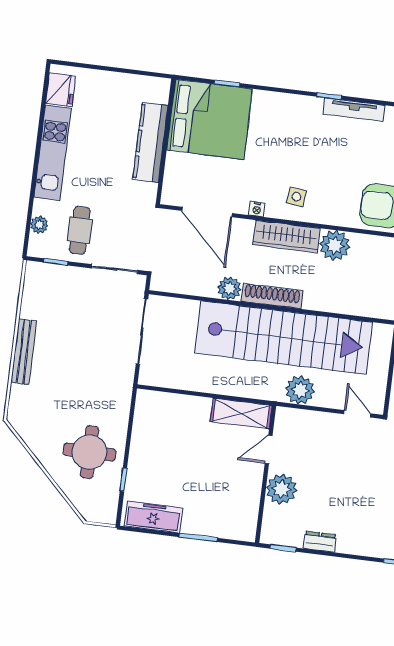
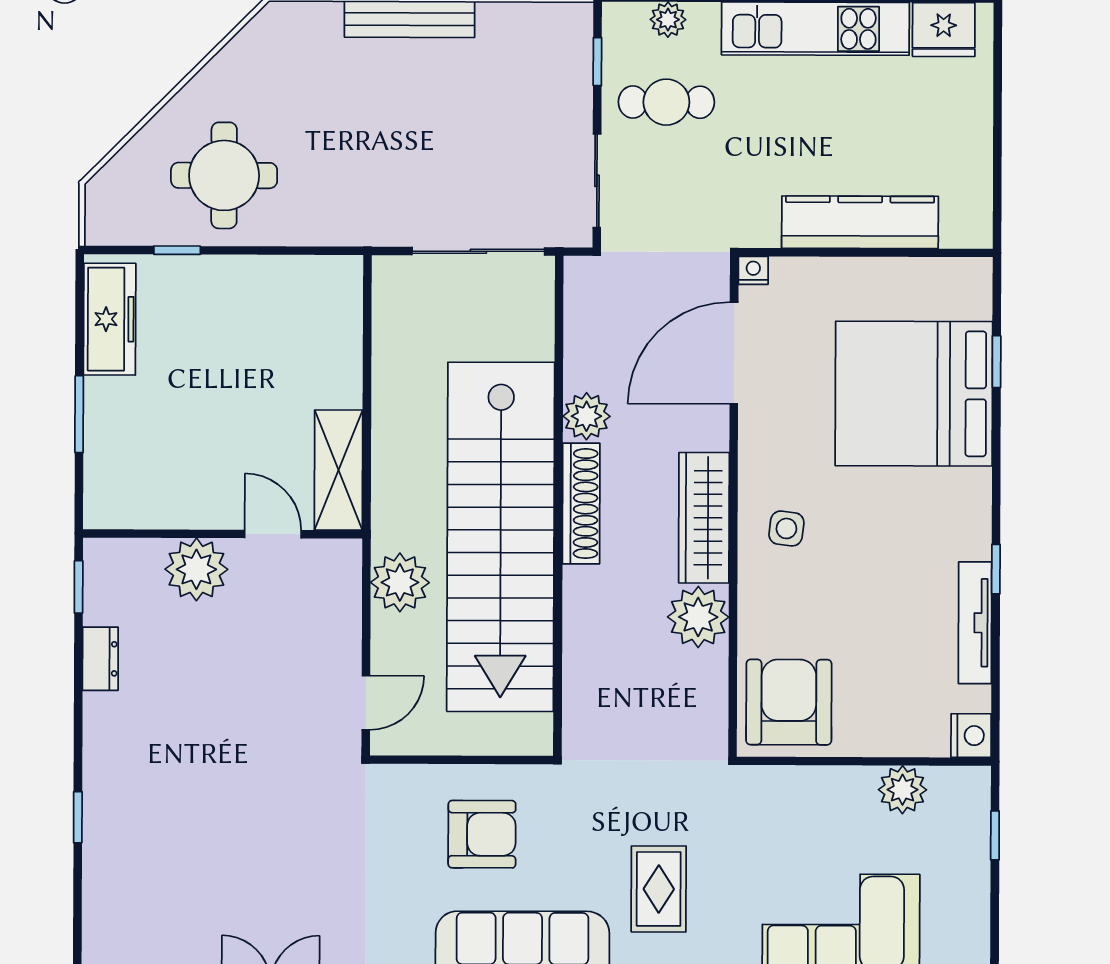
bed: (210, 119) -> (914, 394), moved, turned 90
nightstand: (257, 209) -> (753, 270), moved, turned 90

